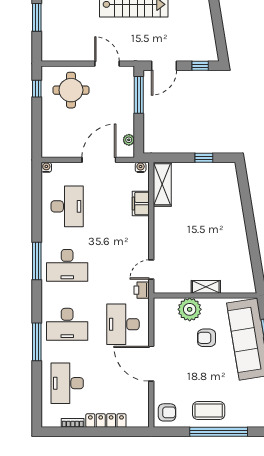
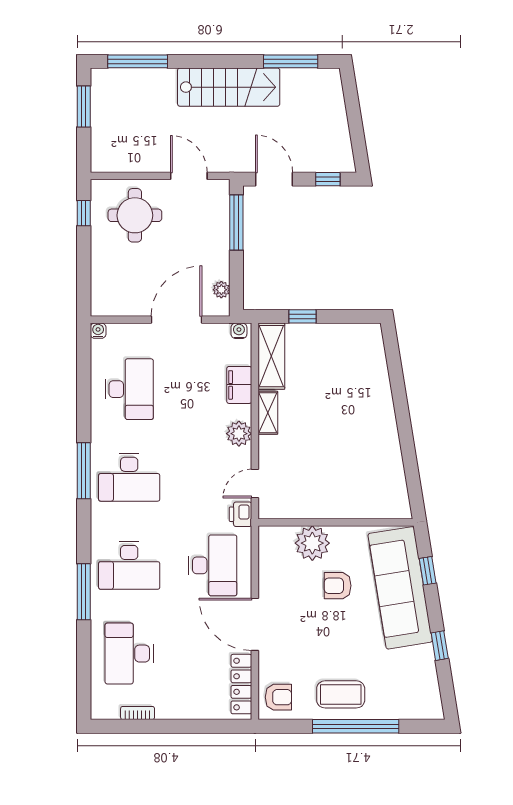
door: (164, 66) -> (274, 179), swing flipped
window: (204, 158) -> (302, 316), moved
plant: (141, 236) -> (239, 434), added
shelving: (206, 287) -> (268, 413), moved, turned 90
desk: (123, 324) -> (213, 565), turned 180
locker: (106, 421) -> (241, 684), moved, turned -90

